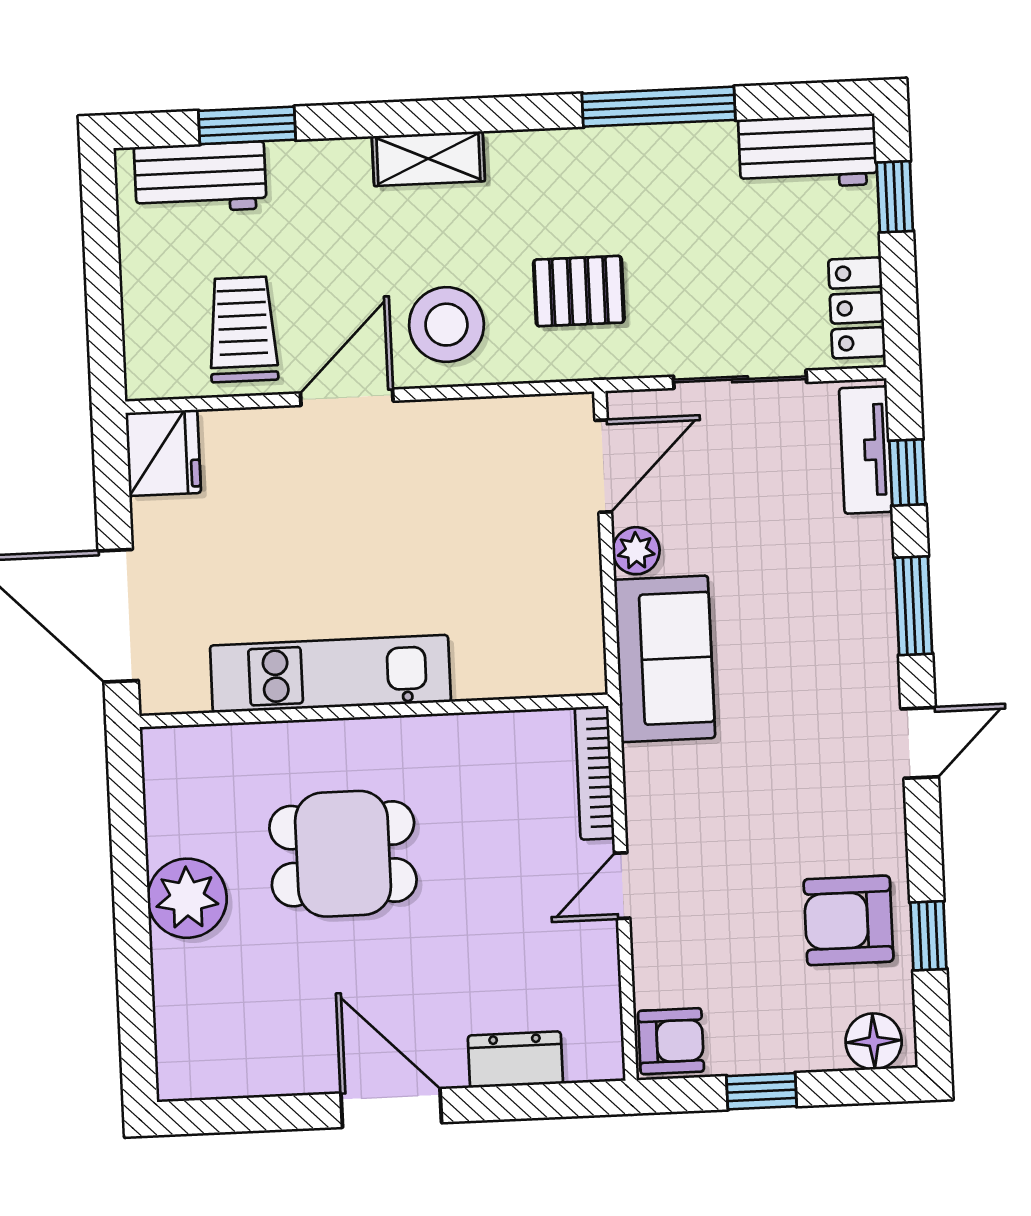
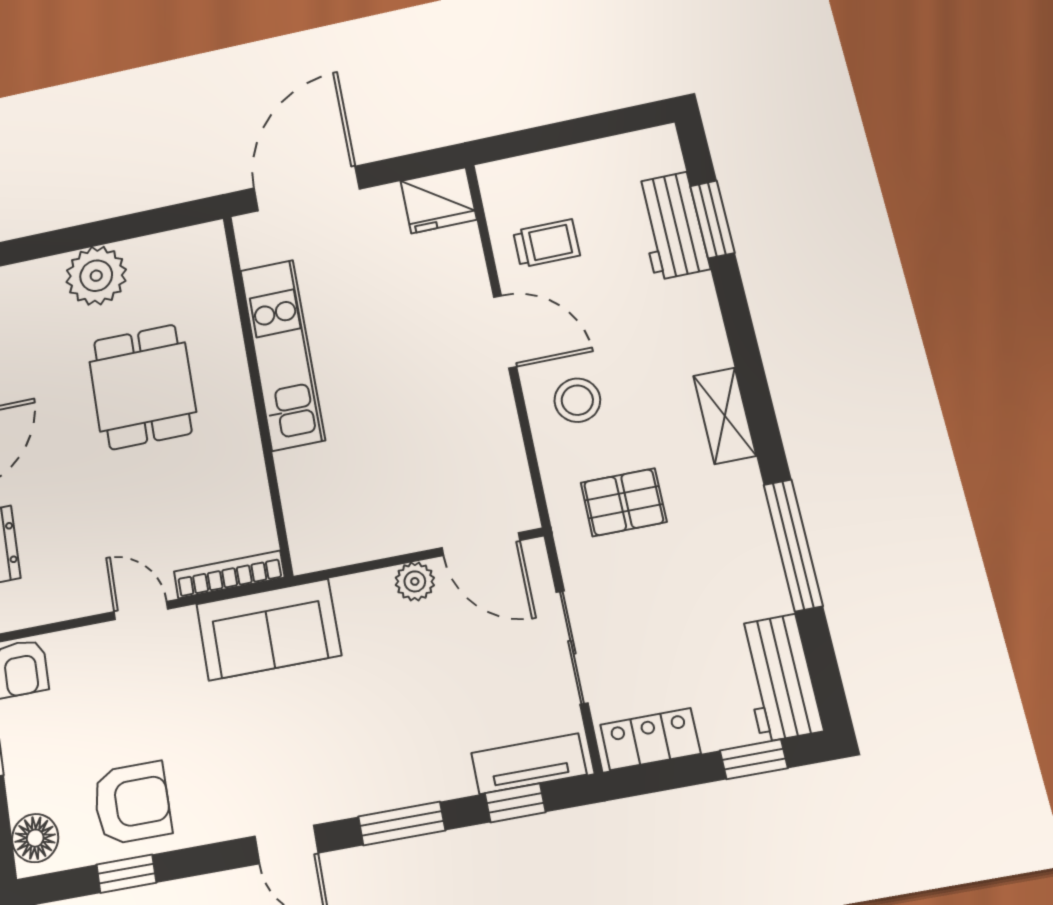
shelving: (428, 159) -> (725, 416), moved
workbench: (200, 178) -> (671, 226), moved
pallet: (579, 291) -> (624, 502), turned 90
stool: (446, 325) -> (577, 400), width x0.73, depth x0.73
trolley: (243, 329) -> (546, 243), width x0.73, depth x0.72
sofa: (665, 659) -> (268, 630), moved
armchair: (848, 920) -> (132, 803), turned 90

